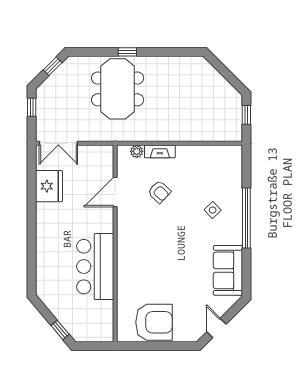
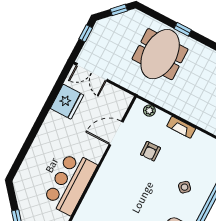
fireplace: (160, 151) -> (181, 127), moved
armchair: (159, 192) -> (150, 151), turned 45

